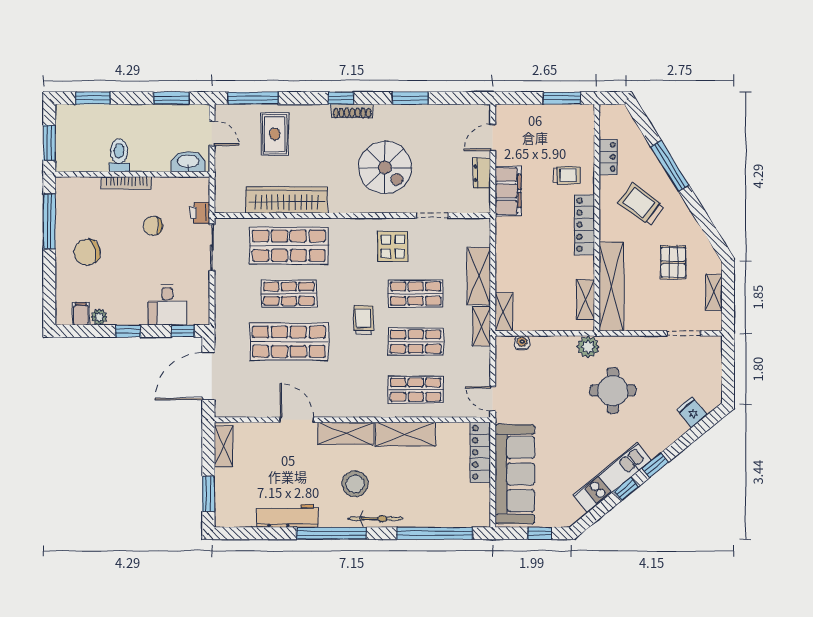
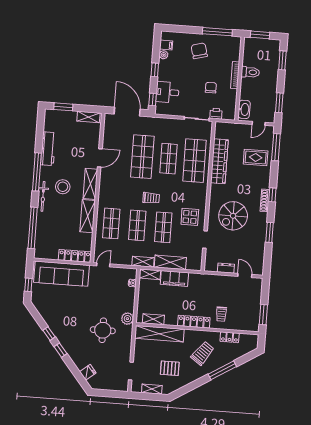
filing cabinet: (508, 191) -> (174, 278), moved
kitchen unit: (612, 478) -> (56, 326), removed

